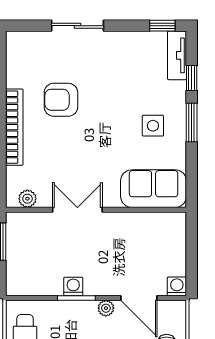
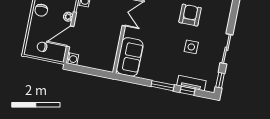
sliding door: (77, 26) -> (226, 49), moved
tv unit: (177, 55) -> (191, 83), moved
side table: (153, 126) -> (191, 47), moved

